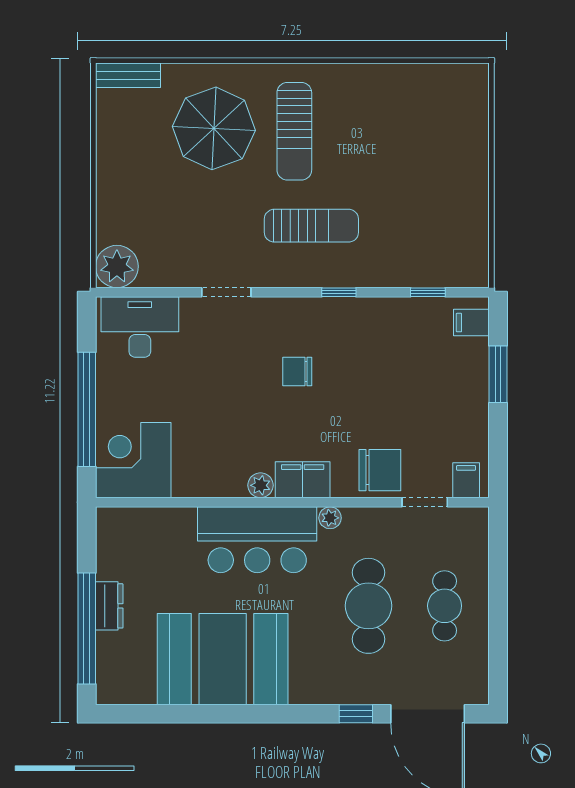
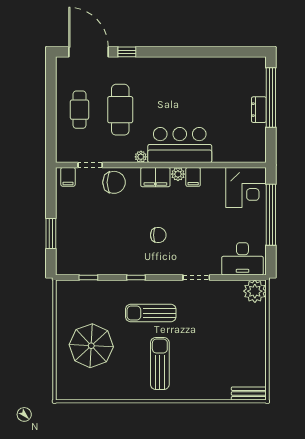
parasol: (214, 128) -> (91, 346), moved
filing cabinet: (471, 323) -> (193, 177), moved, turned 90
chair: (380, 470) -> (114, 182), turned 180
booth: (223, 659) -> (198, 81), removed

